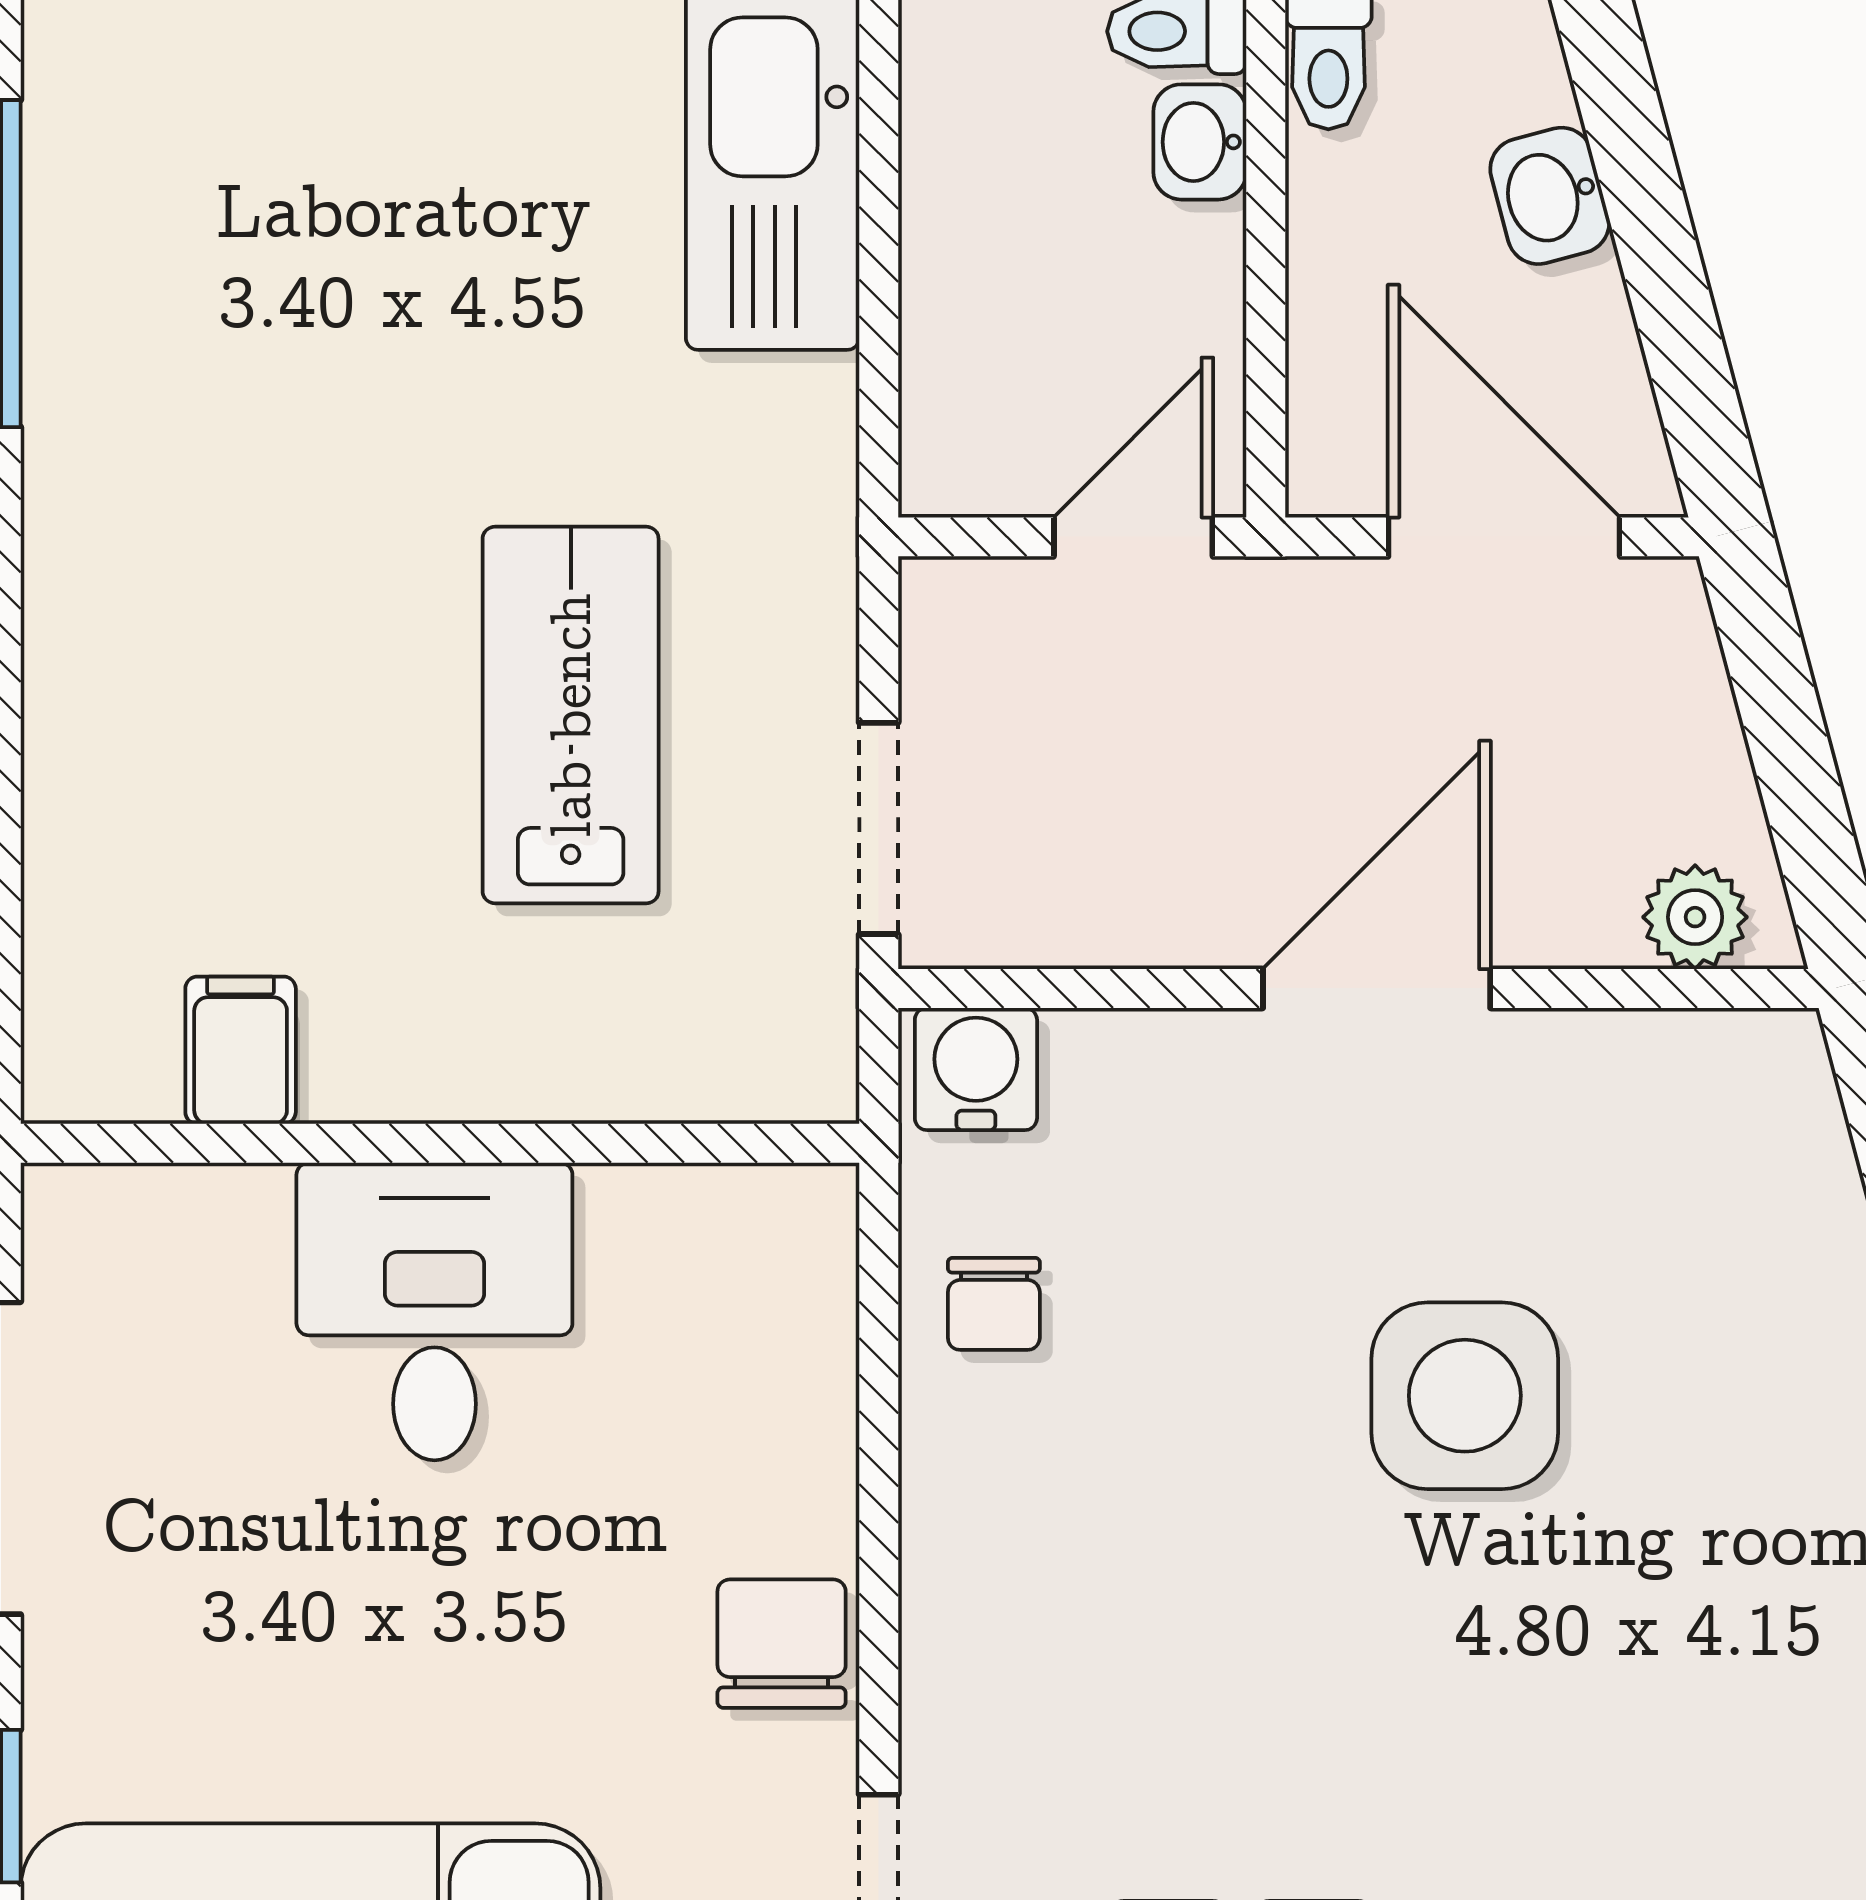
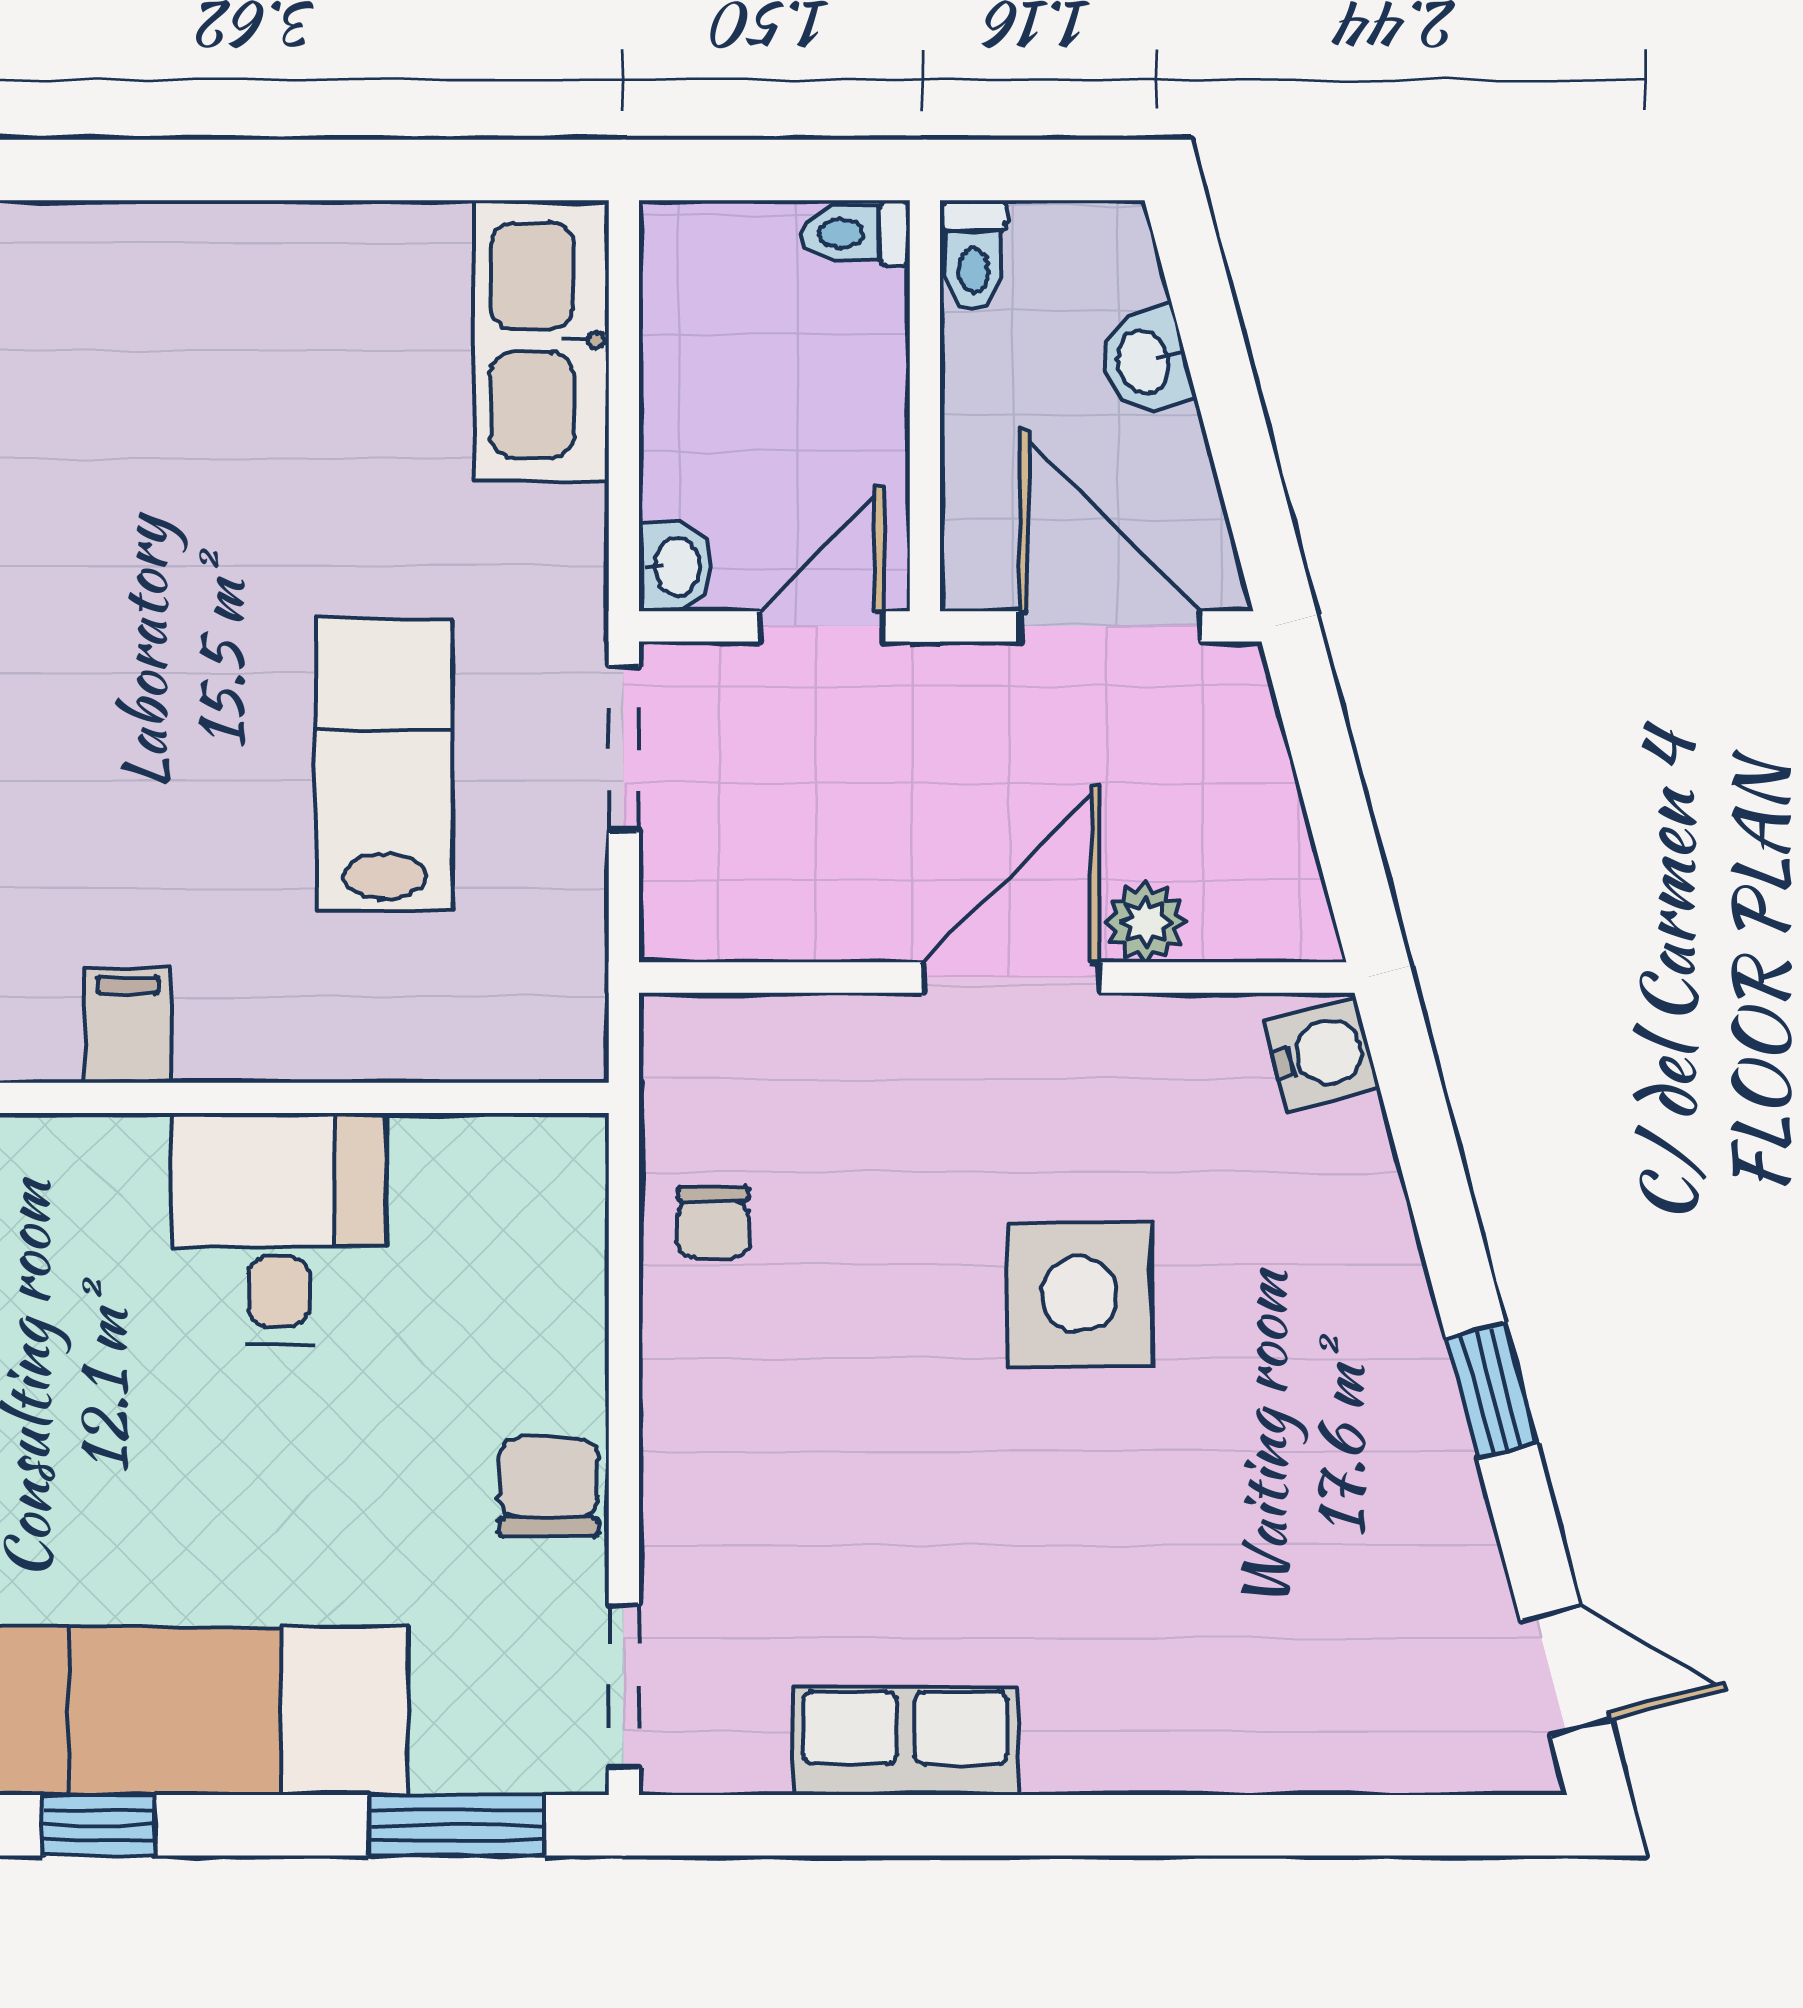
washbasin: (1200, 142) -> (675, 567), moved, turned 180
doorway: (879, 828) -> (624, 749), moved
plant: (1695, 917) -> (1146, 922), moved
water cooler: (976, 1069) -> (1322, 1054), moved, turned 75

